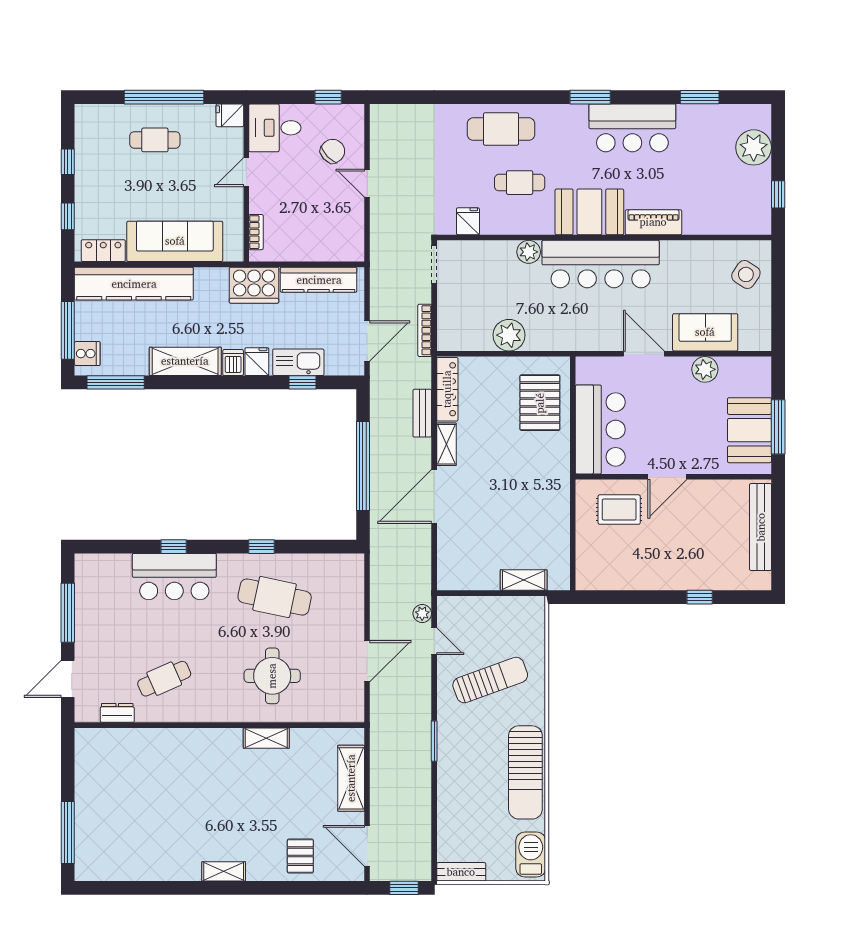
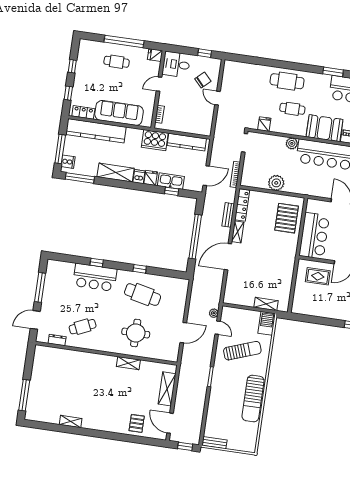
barbecue: (531, 855) -> (267, 323), moved
shelving: (224, 871) -> (71, 421), moved

